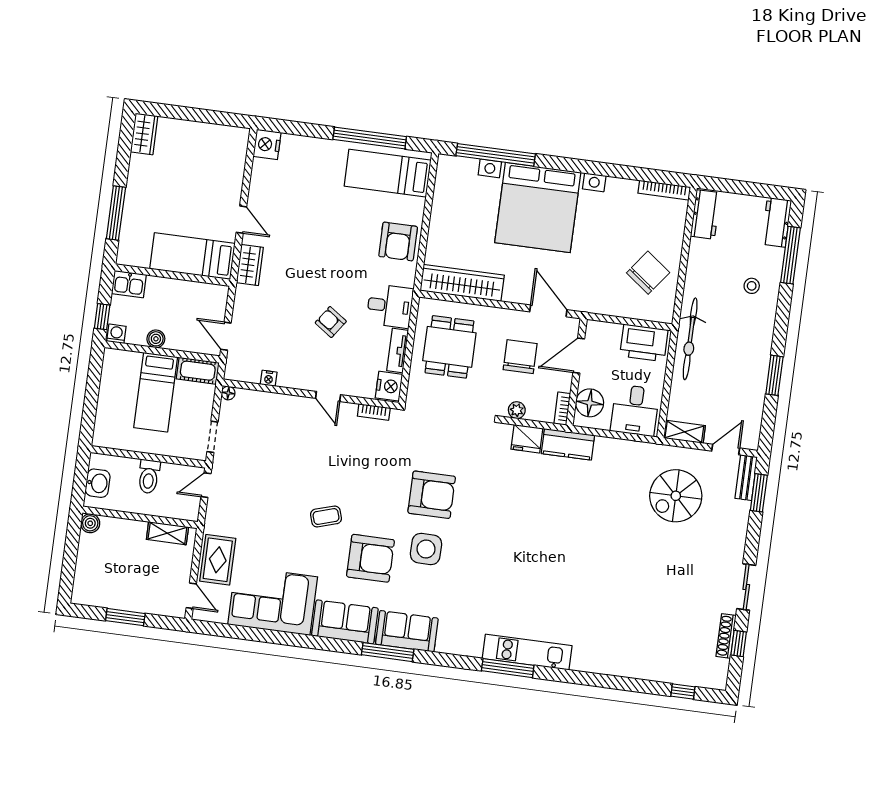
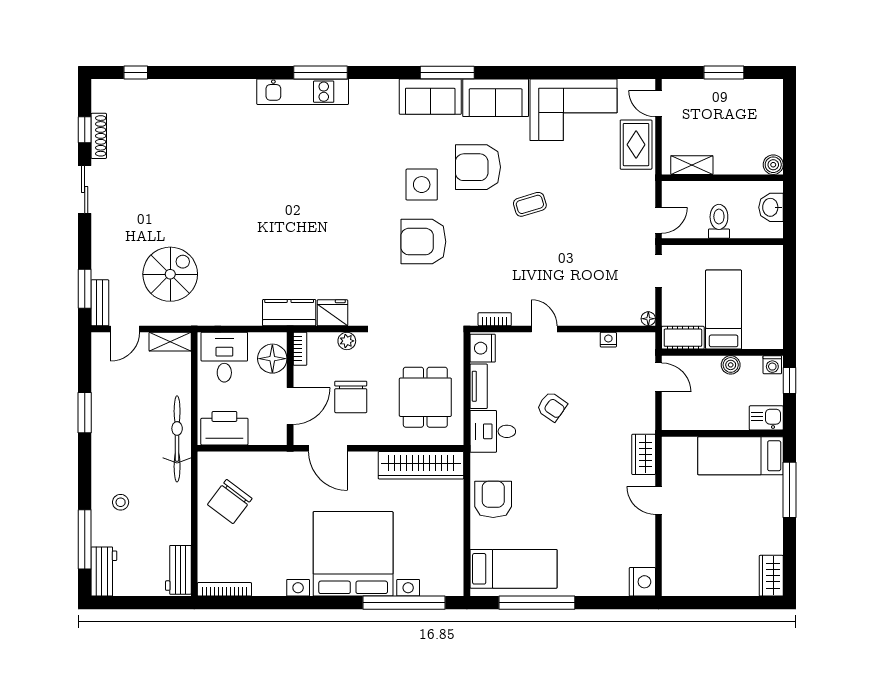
bed: (192, 256) -> (740, 456), moved, turned 180

